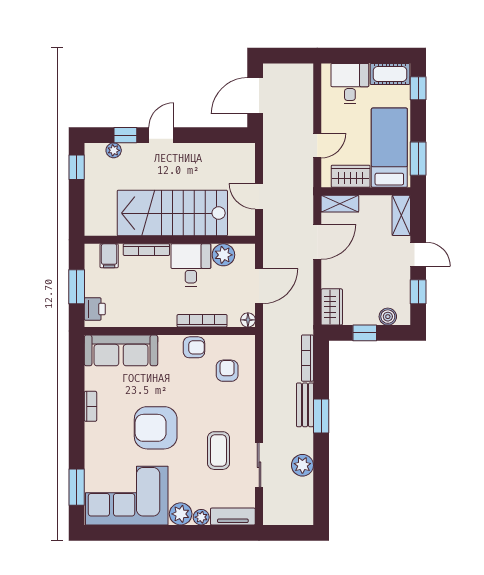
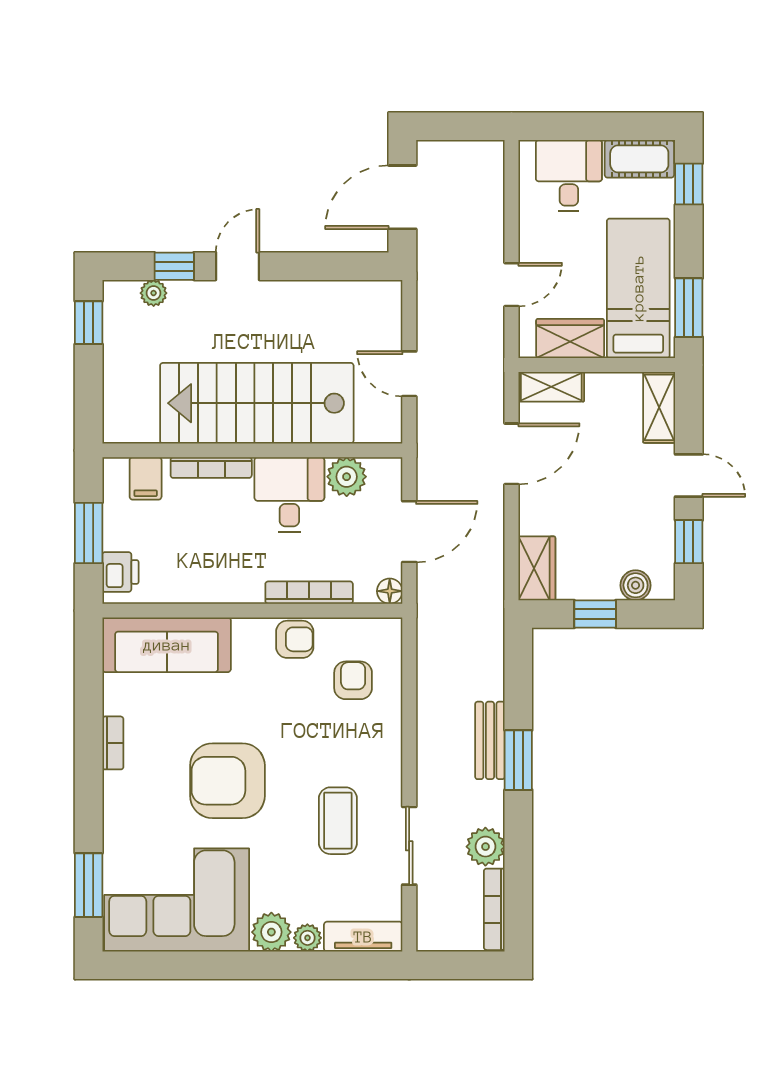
bookcase: (307, 358) -> (494, 909), moved

